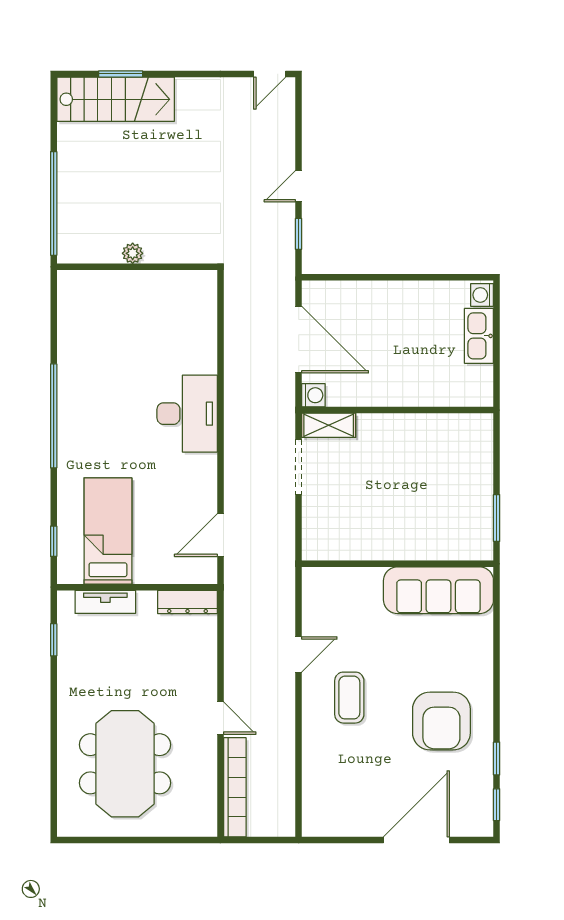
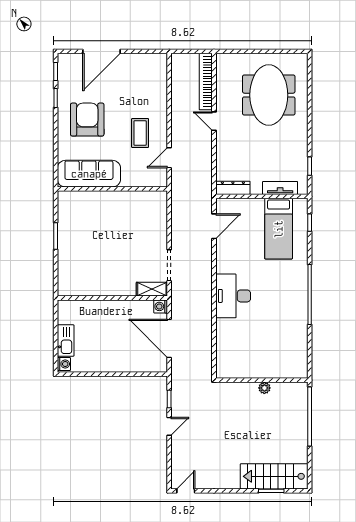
wall: (398, 564) -> (112, 189), moved
sofa: (438, 590) -> (89, 174), moved

